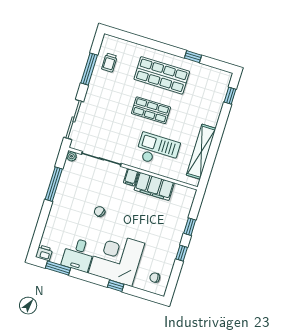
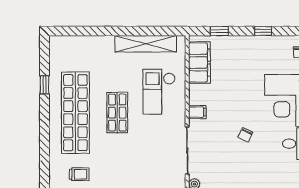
shop shelf: (162, 75) -> (75, 113), width x1.40
window: (230, 96) -> (75, 31), removed
filing cabinet: (154, 186) -> (199, 63), moved
window: (190, 227) -> (219, 31), moved

